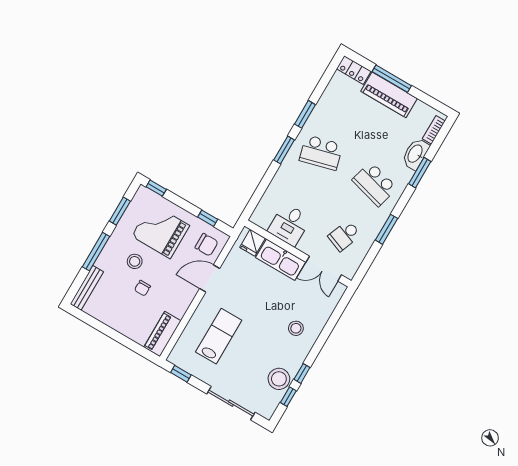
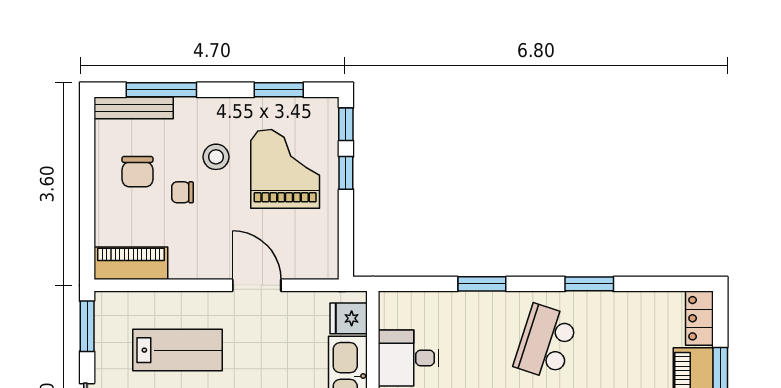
window: (284, 150) -> (482, 284), moved
school desk: (321, 153) -> (546, 342), turned 33
window: (208, 218) -> (346, 173), moved
chair: (207, 245) -> (137, 172), moved
window: (96, 252) -> (161, 90), moved
window: (181, 374) -> (87, 326), width x1.50

